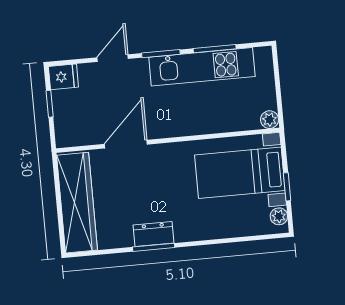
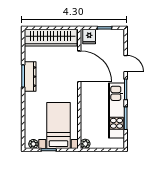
fridge: (63, 77) -> (89, 37), moved
door: (126, 144) -> (79, 66), width x1.36
dresser: (154, 234) -> (30, 77), width x1.44

